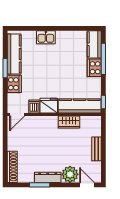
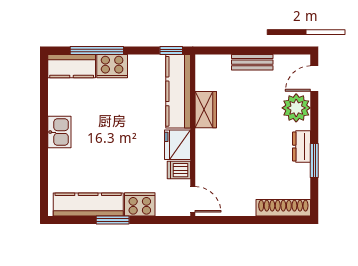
kitchen sink: (46, 37) -> (59, 132), moved
dresser: (48, 177) -> (302, 147), width x0.70

